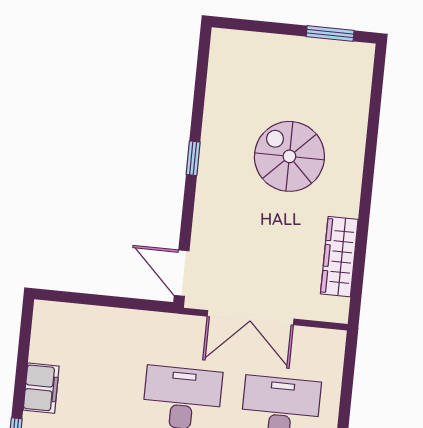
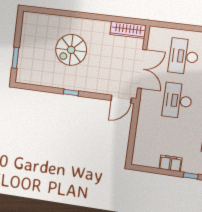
window: (330, 34) -> (15, 58), moved
wardrobe: (339, 257) -> (128, 30), moved

